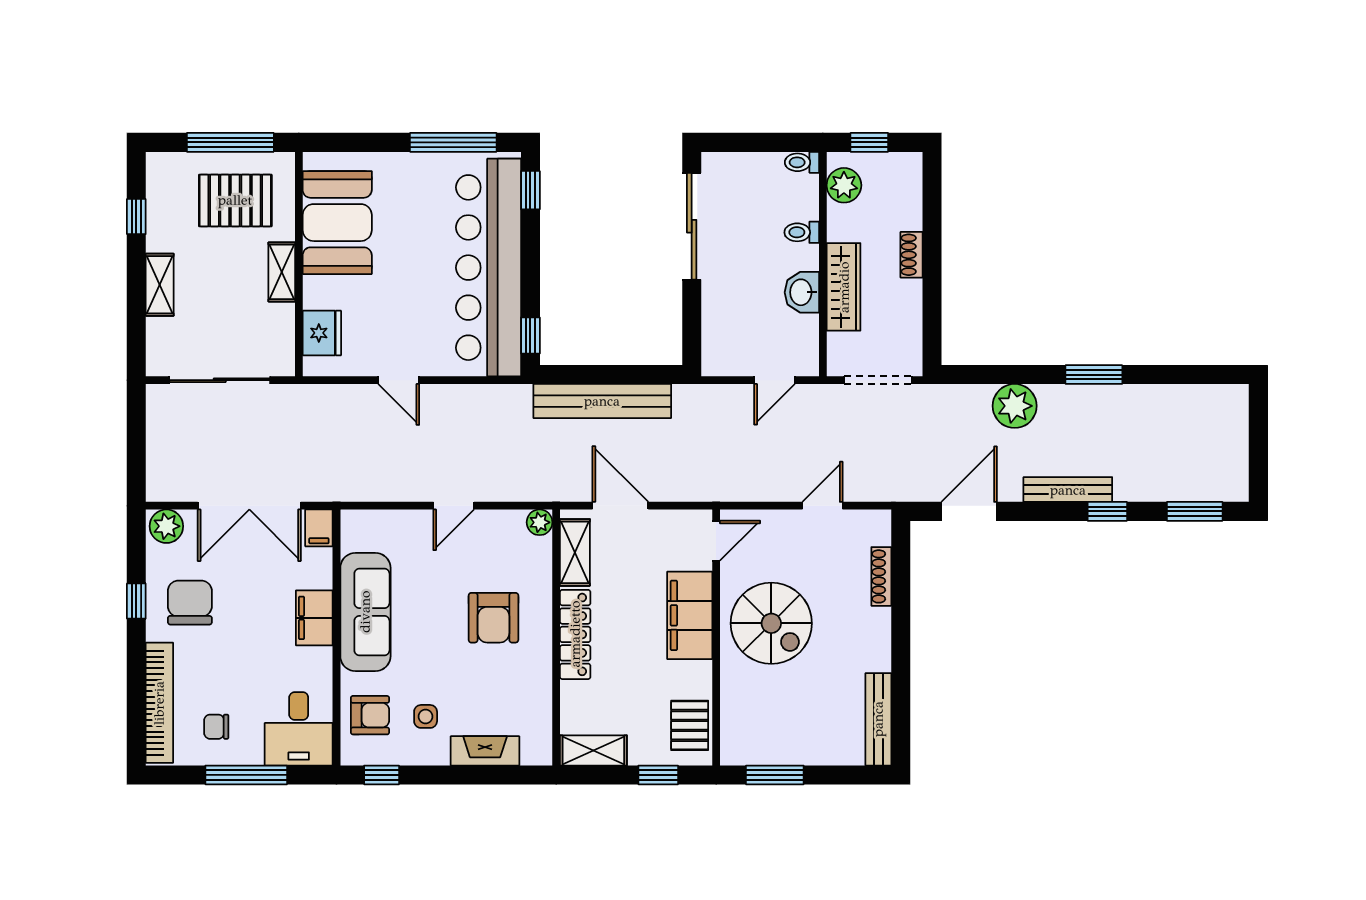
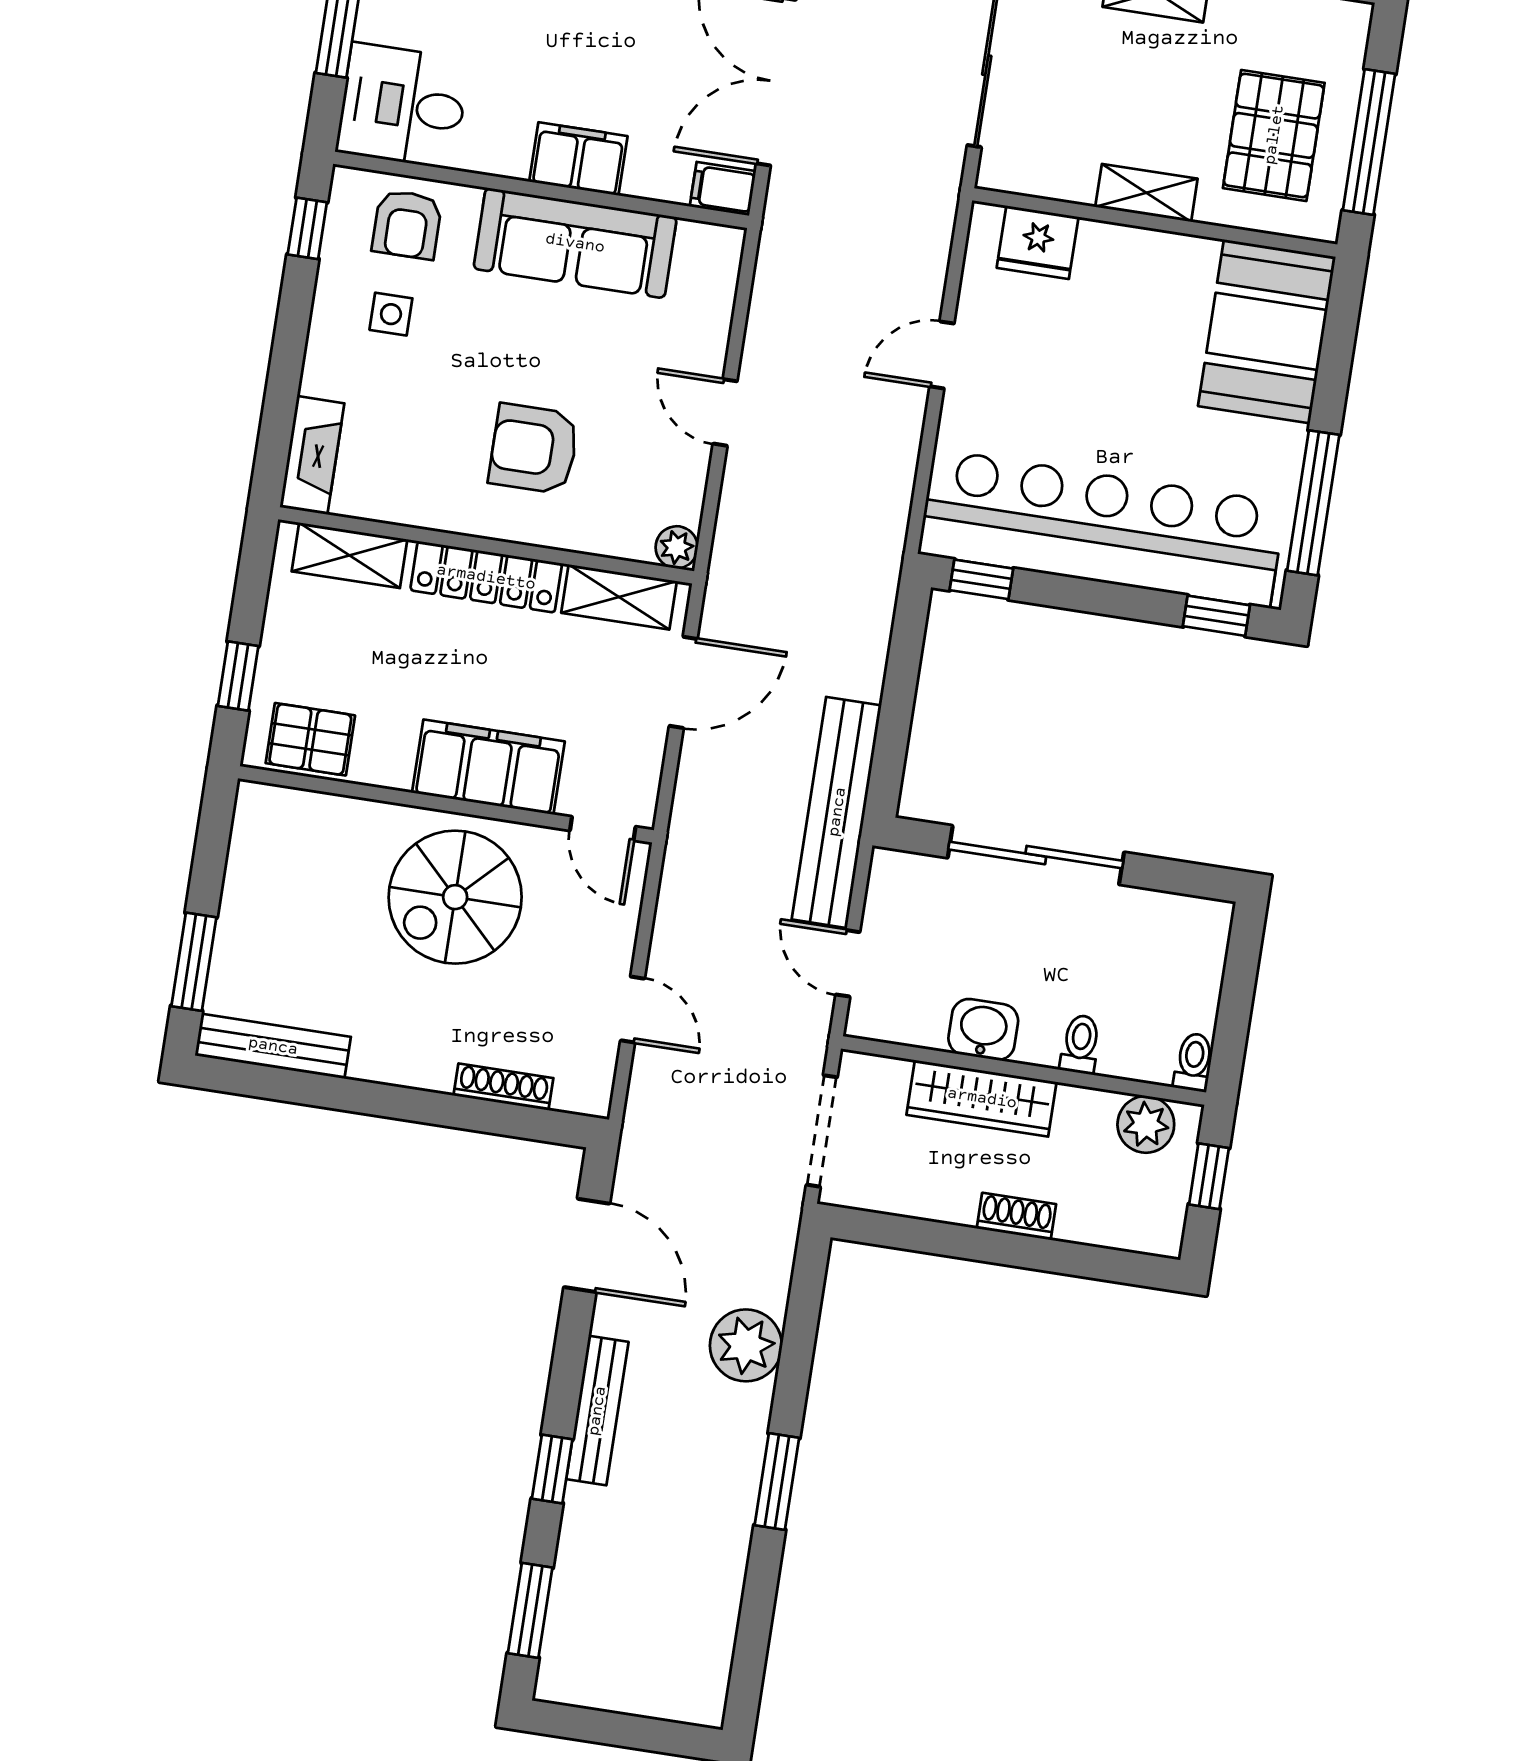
booth: (337, 223) -> (1267, 331), moved, turned 90
sliding door: (692, 226) -> (1036, 855), moved
bench: (602, 401) -> (837, 812), moved
shelving: (593, 750) -> (350, 555), moved, turned 90
fireplace: (485, 751) -> (312, 455), moved
window: (775, 775) -> (194, 962), moved

